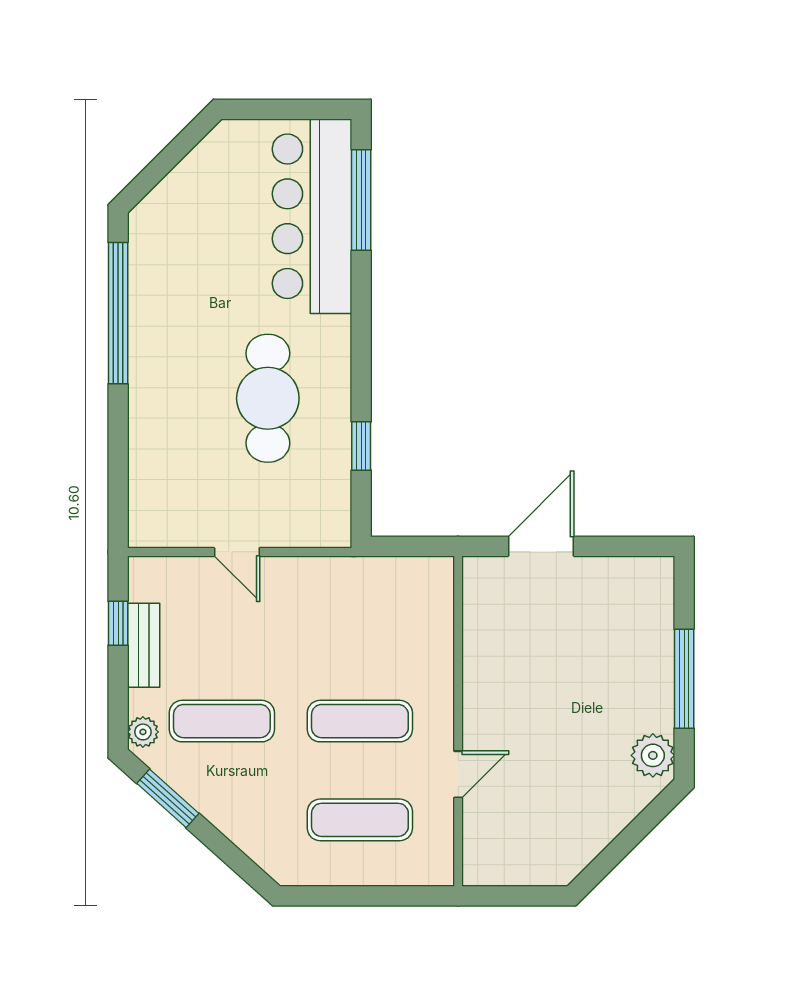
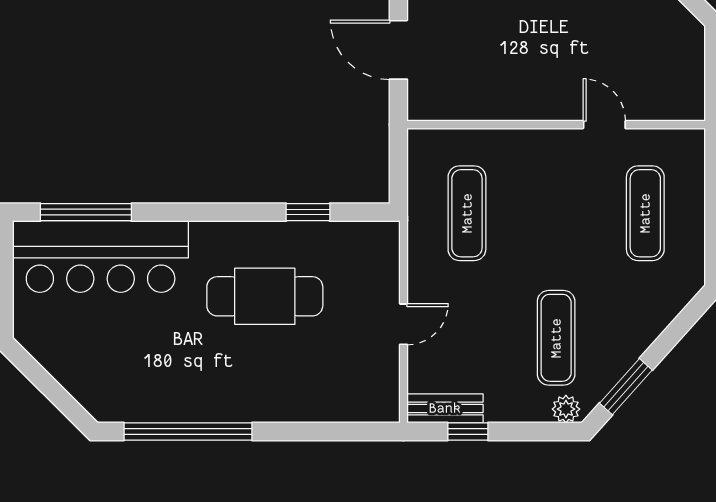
bench: (144, 645) -> (445, 408), moved
exercise mat: (360, 721) -> (467, 213), moved

